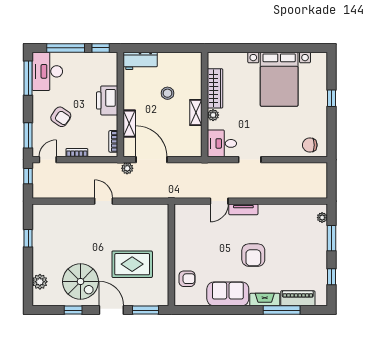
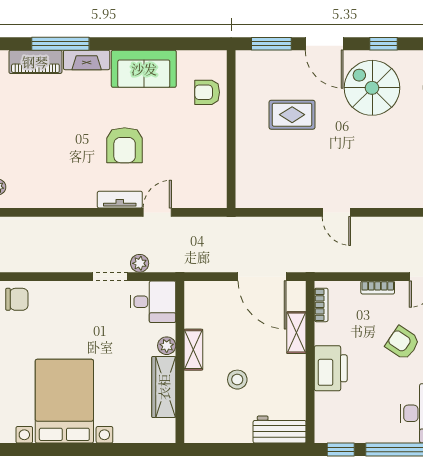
plant: (127, 168) -> (140, 263), moved
armchair: (253, 255) -> (125, 145), moved, turned 180
rug: (132, 264) -> (292, 115), width x0.73, depth x0.70

